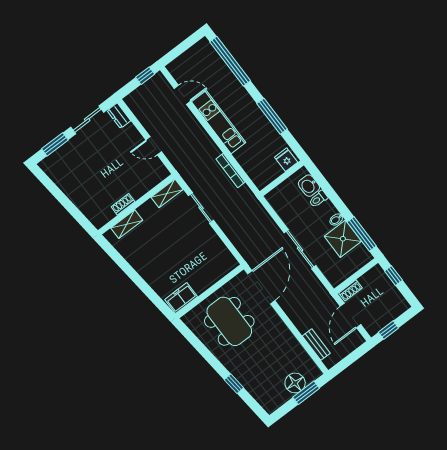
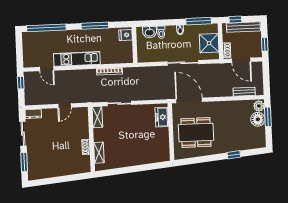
door: (182, 95) -> (47, 69), swing flipped
shower: (343, 239) -> (209, 43), moved
bench: (391, 291) -> (243, 27), added
freezer: (181, 298) -> (162, 117), moved
plant: (311, 373) -> (259, 106), added

